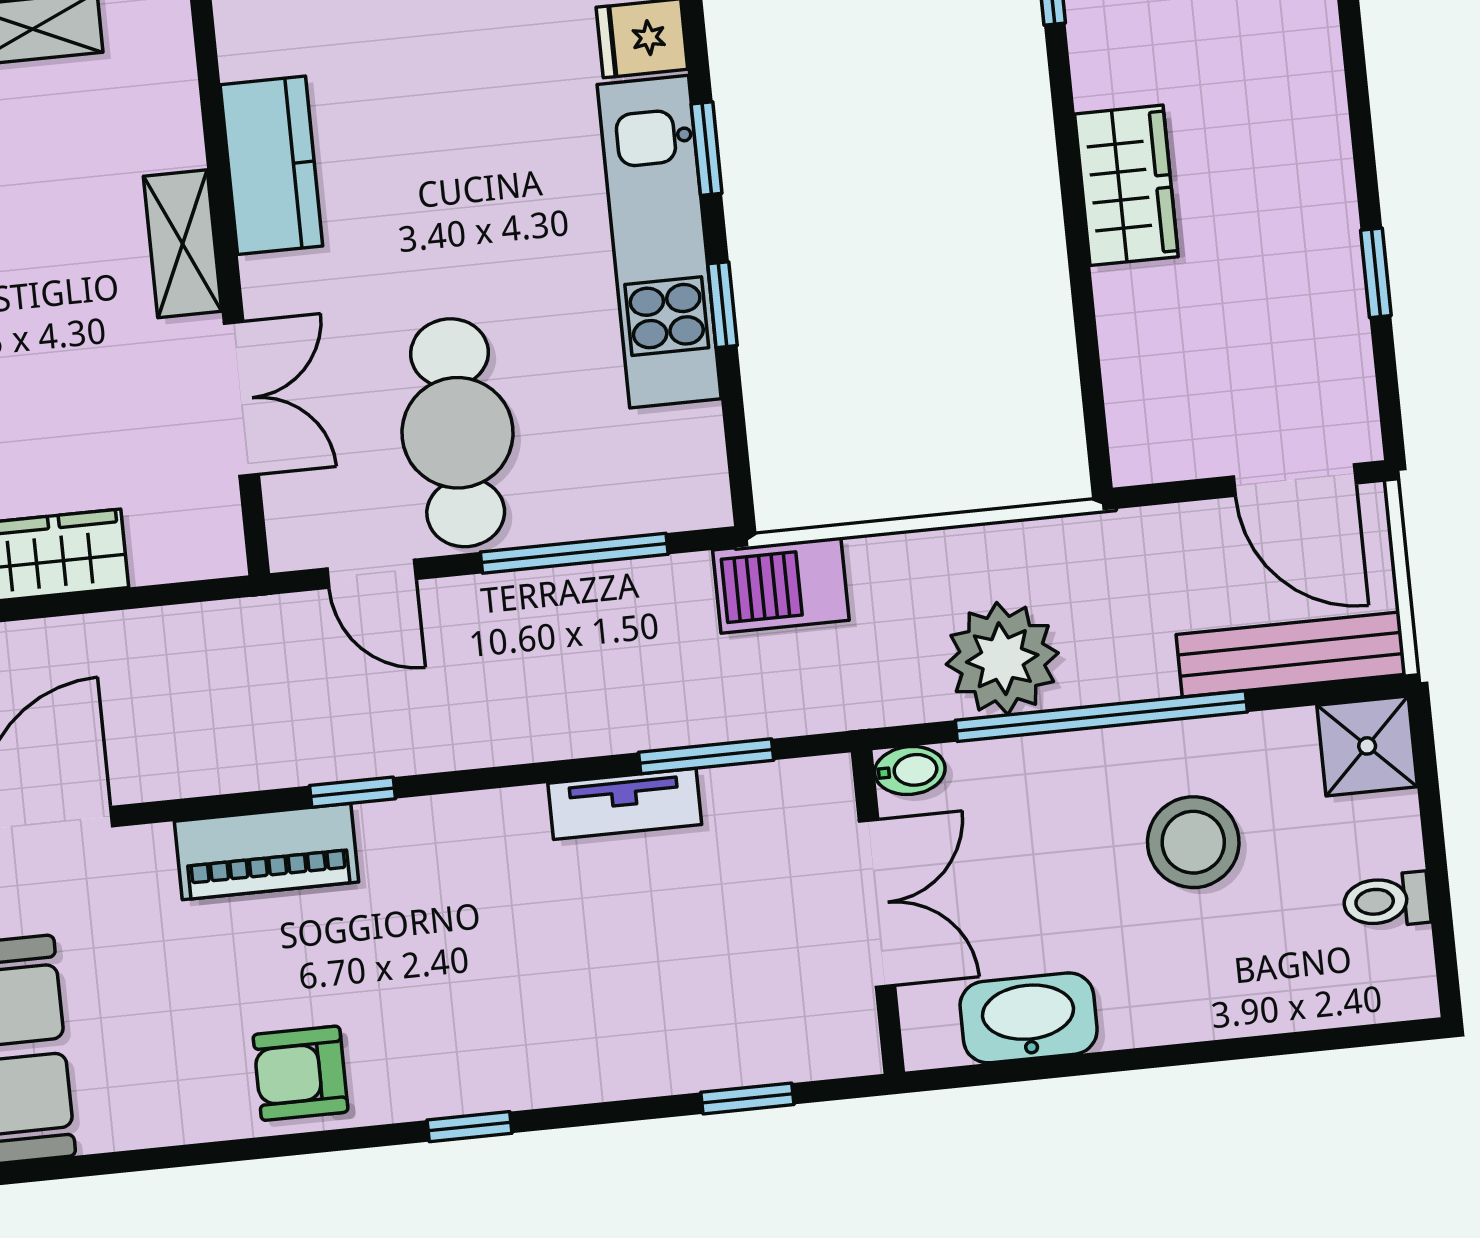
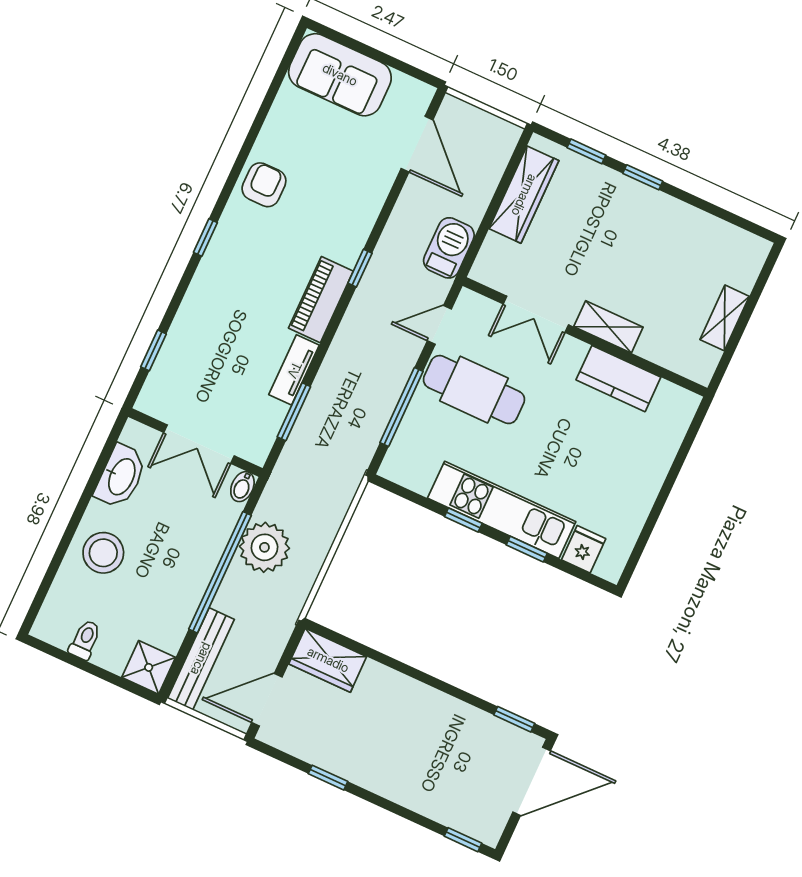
wardrobe: (1126, 185) -> (328, 660), moved
barbecue: (781, 585) -> (449, 248), moved
stool: (1193, 842) -> (103, 553), moved
piano: (266, 852) -> (321, 300), moved

